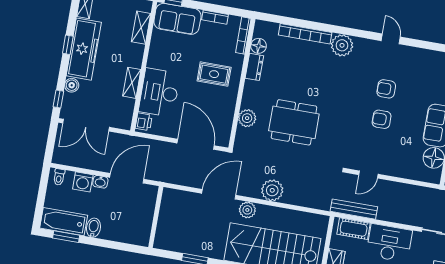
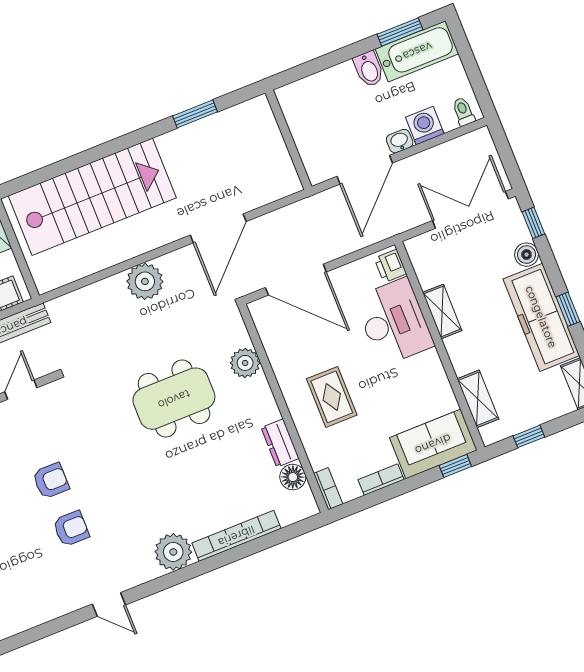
bookcase: (243, 35) -> (328, 489), width x0.64
rug: (214, 74) -> (332, 397), turned 90
plant: (247, 210) -> (163, 231), removed

